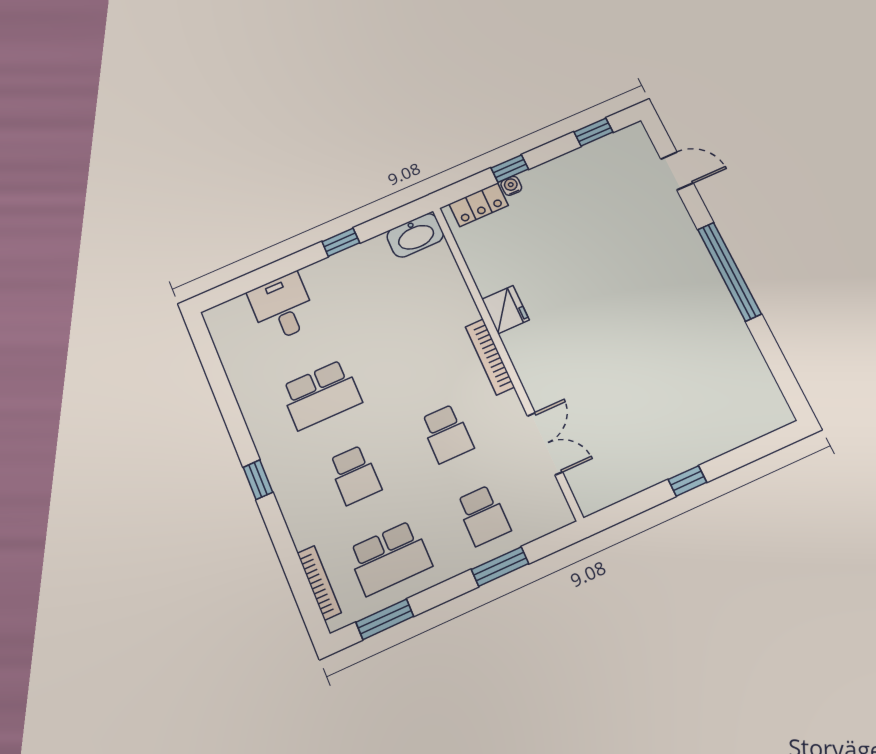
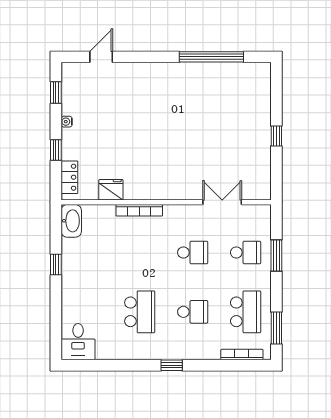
water cooler: (511, 186) -> (67, 122), moved
window: (729, 271) -> (211, 57), moved
desk: (282, 307) -> (78, 342), moved, turned -90
fridge: (505, 310) -> (111, 190), moved
bookcase: (490, 357) -> (139, 210), moved

